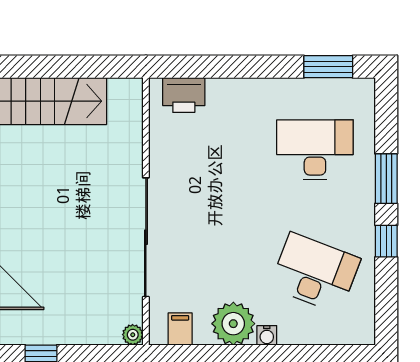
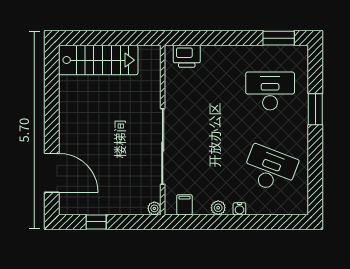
window: (386, 241) -> (315, 149), removed
plant: (233, 324) -> (218, 208), width x0.53, depth x0.53

